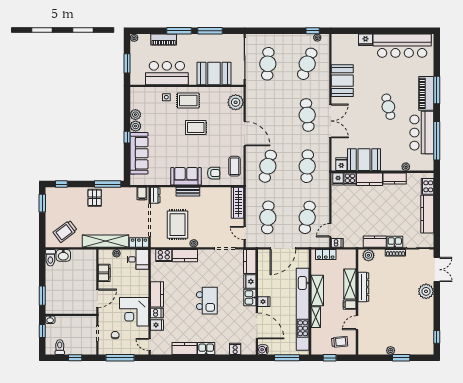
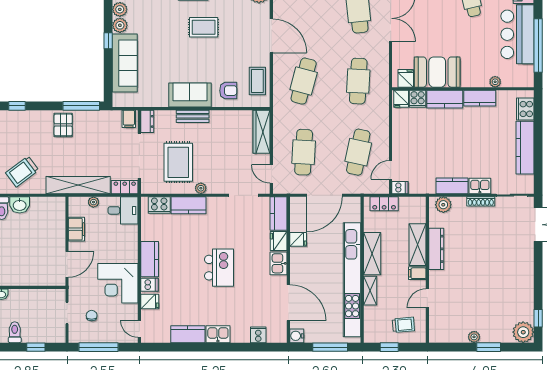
plant: (426, 291) -> (523, 332), moved
fridge: (264, 302) -> (298, 239), moved

